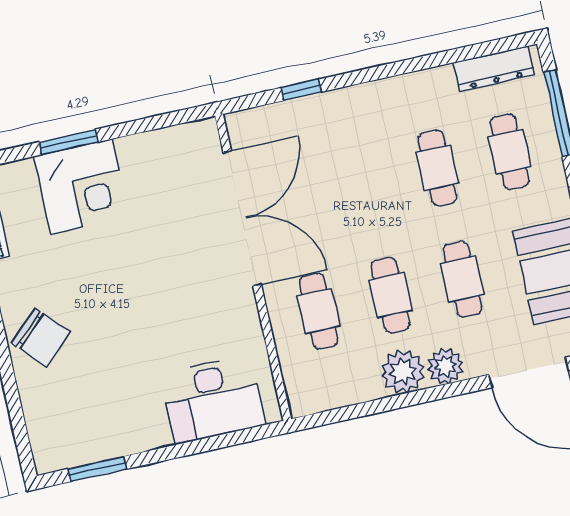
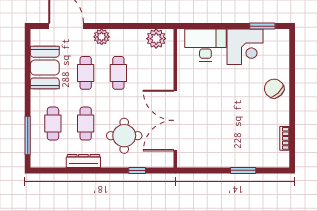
dresser: (494, 69) -> (83, 161), moved
round table: (347, 160) -> (124, 136), added
corner desk: (82, 187) -> (245, 47), moved, turned 180
cafe table: (319, 311) -> (151, 73), removed
plant: (403, 372) -> (156, 39), moved

